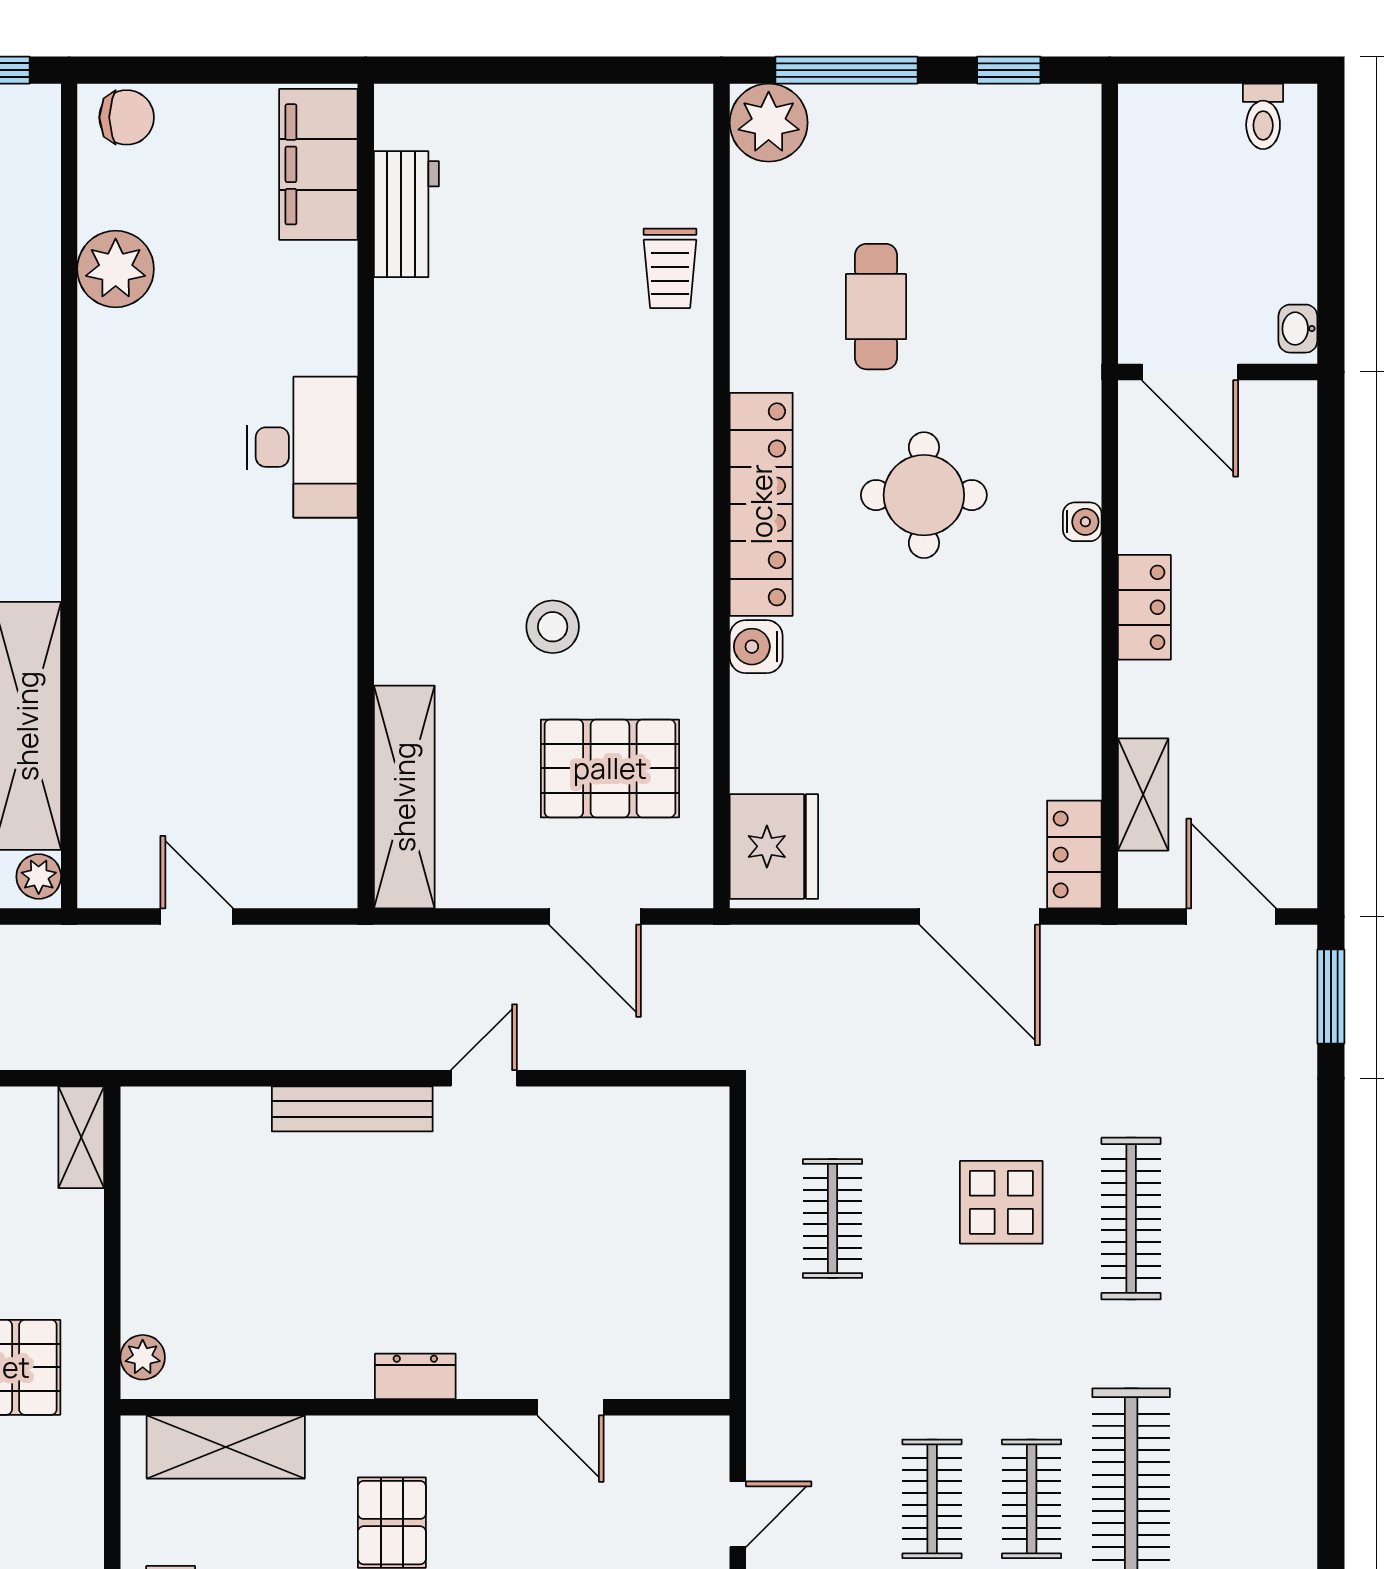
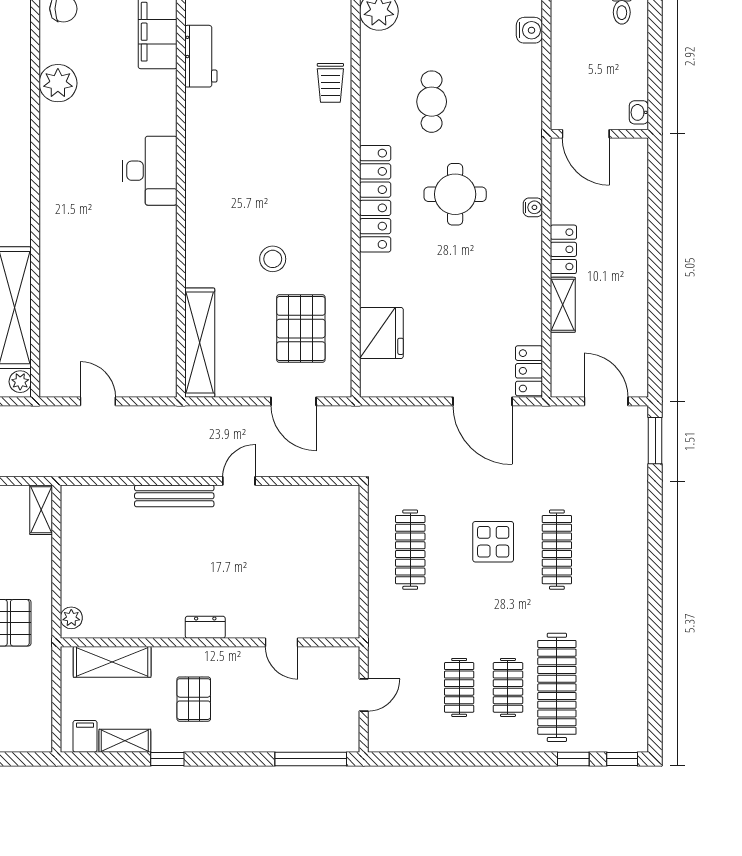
water cooler: (756, 647) -> (529, 30), moved, turned 180
pallet: (610, 768) -> (301, 329), turned 90
shelving: (1143, 795) -> (563, 305), moved
fridge: (774, 846) -> (381, 333), moved
clothes rail: (832, 1219) -> (410, 550), width x1.36

